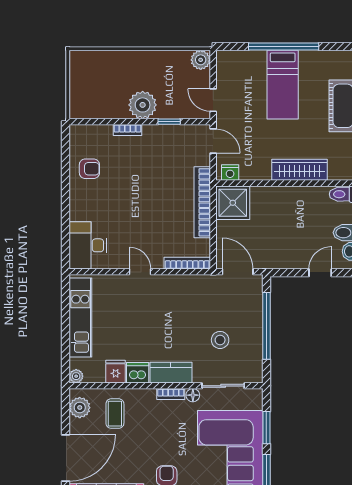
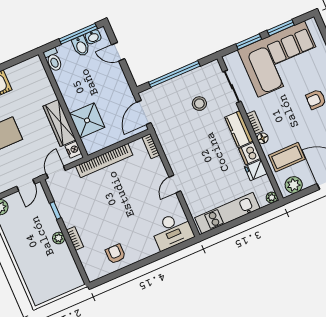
plant: (143, 105) -> (59, 238), width x0.53, depth x0.53
wardrobe: (299, 170) -> (59, 123), moved
shower: (233, 203) -> (87, 120), moved
bookcase: (187, 263) -> (151, 146), width x0.64
floor lamp: (193, 395) -> (263, 138), moved
coffee table: (115, 414) -> (287, 157), width x1.36, depth x1.30

